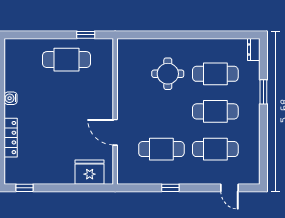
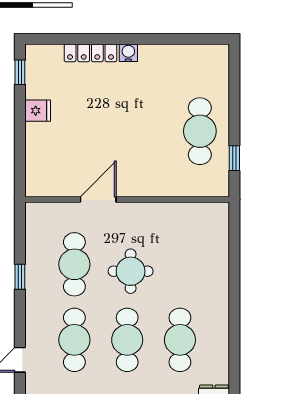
round table: (168, 74) -> (131, 271), moved
water cooler: (11, 98) -> (128, 53), moved
fridge: (90, 172) -> (38, 111), moved, width x0.53, depth x0.75

